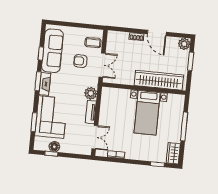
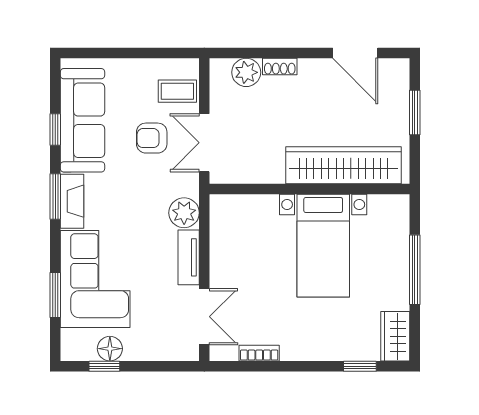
door: (157, 33) -> (355, 53), moved
plant: (184, 44) -> (246, 72), moved
double door: (102, 65) -> (204, 143), swing flipped

